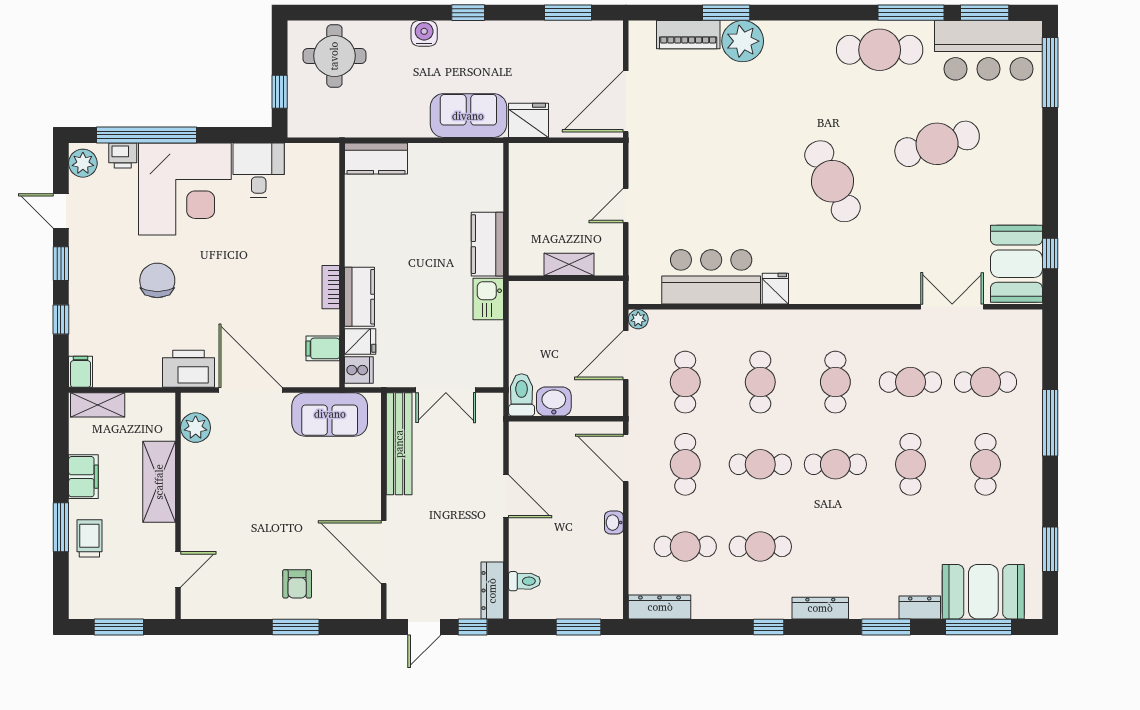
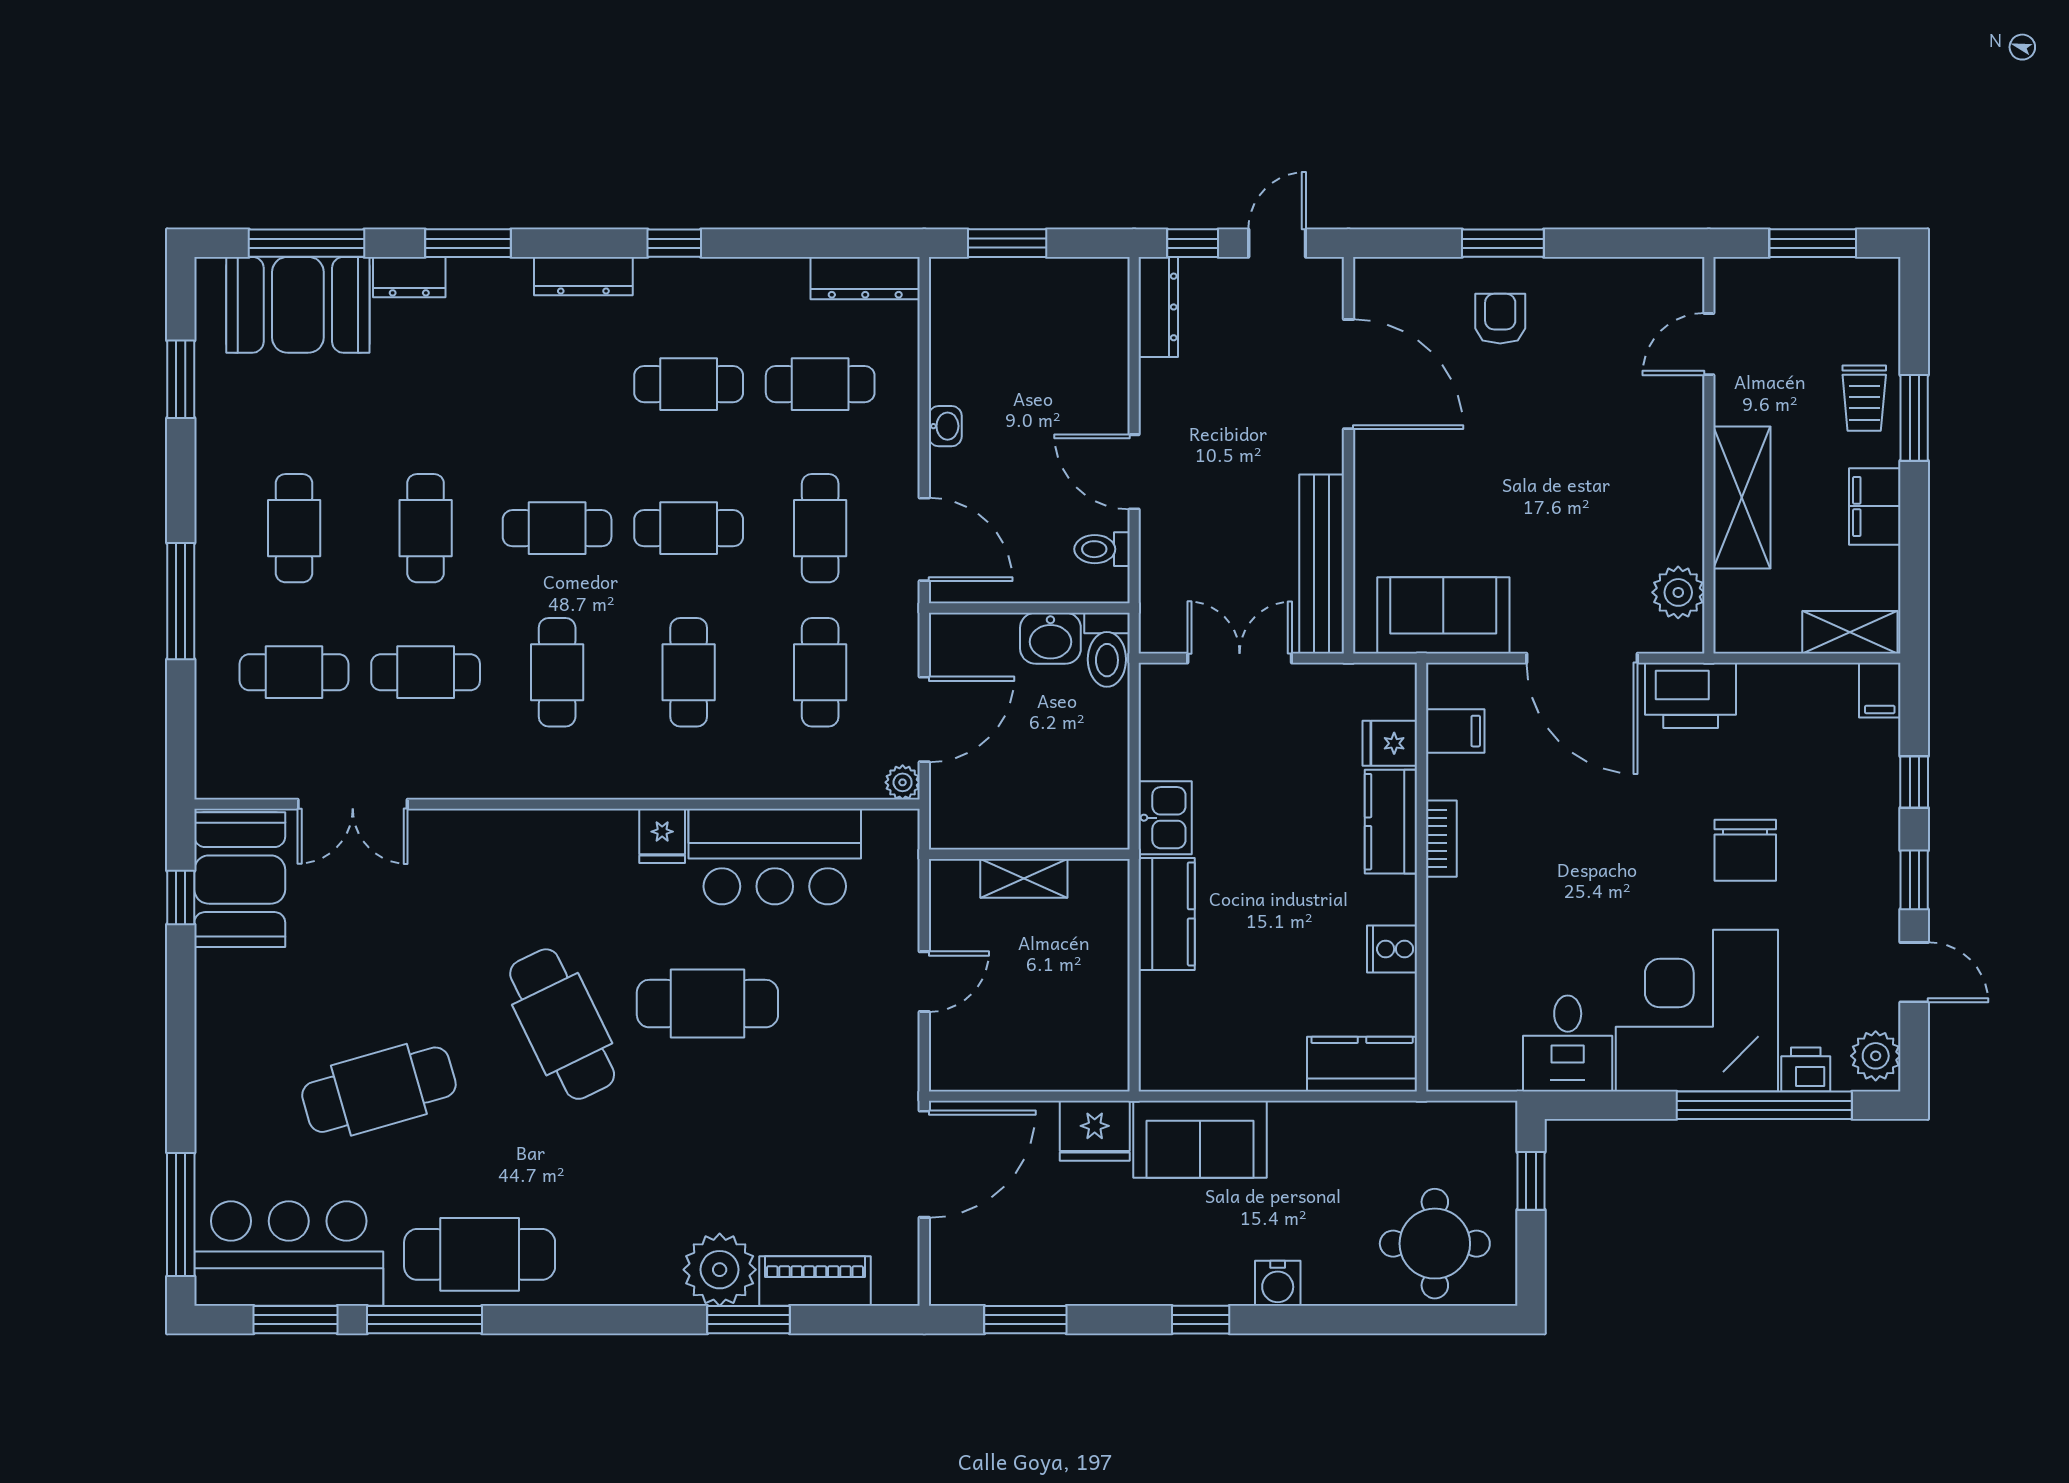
cafe table: (750, 193) -> (707, 1004), added
cooker: (359, 370) -> (1392, 949), moved
toilet: (524, 581) -> (1102, 549), moved

